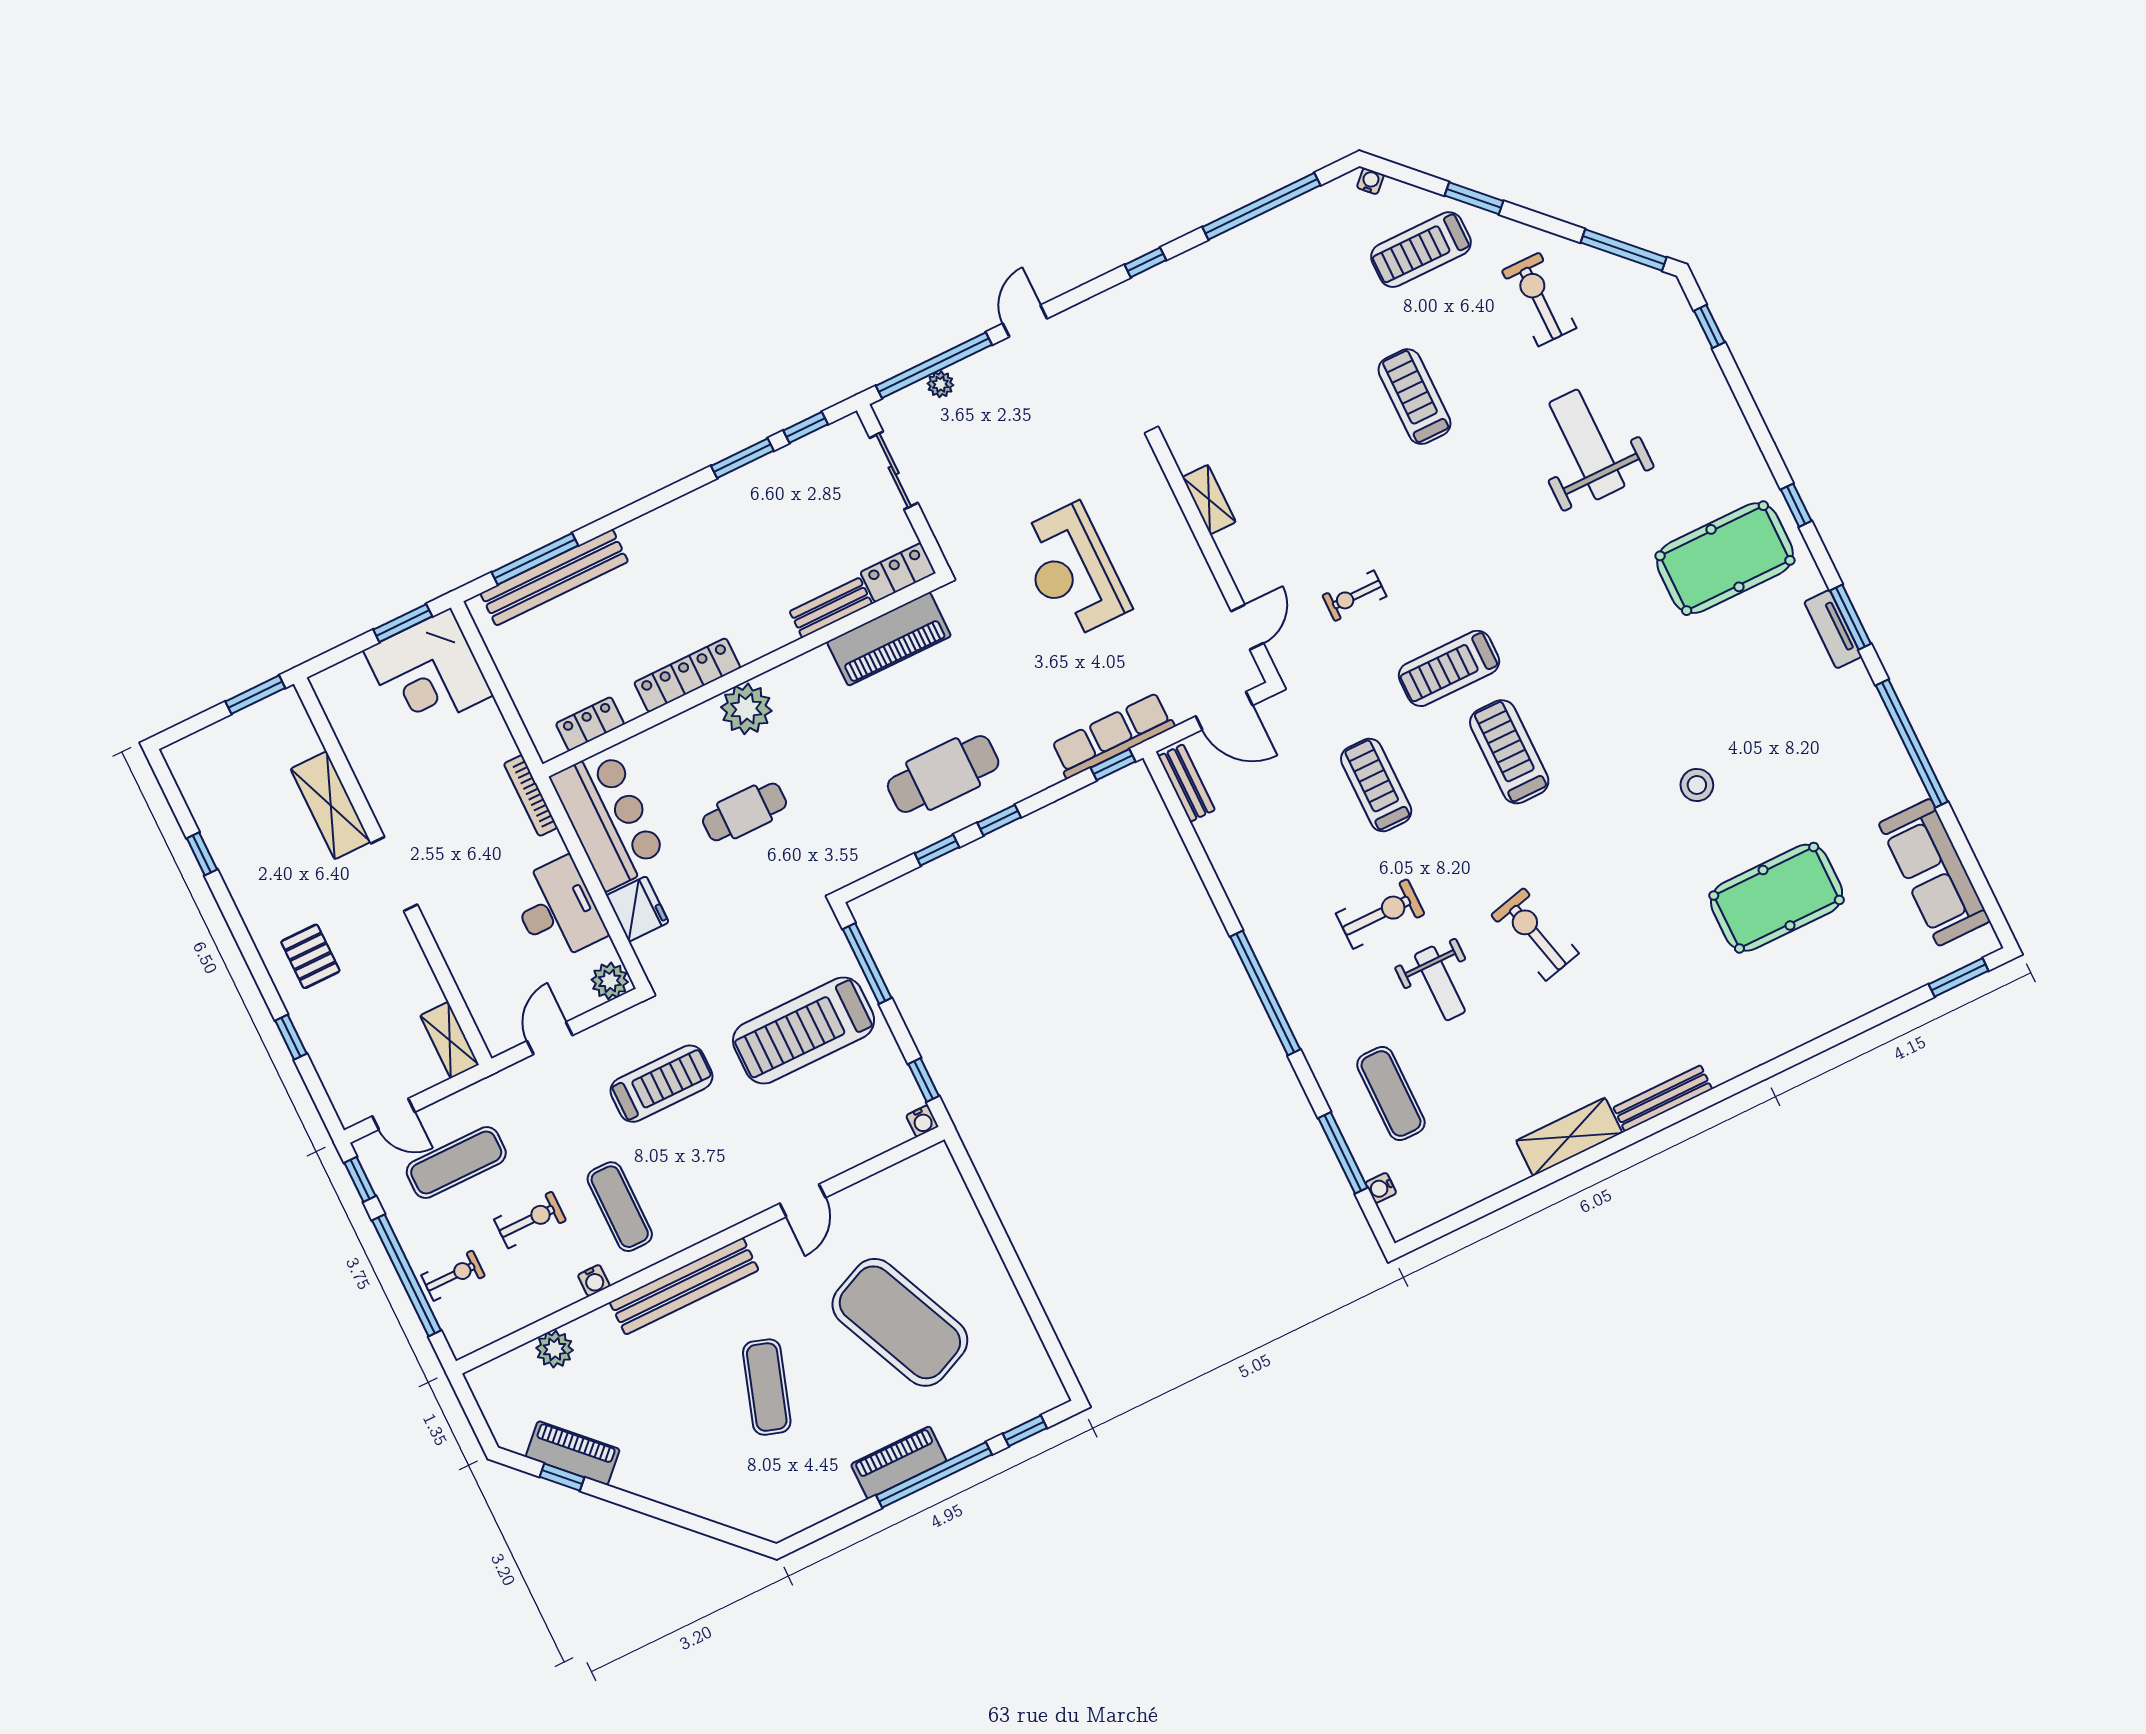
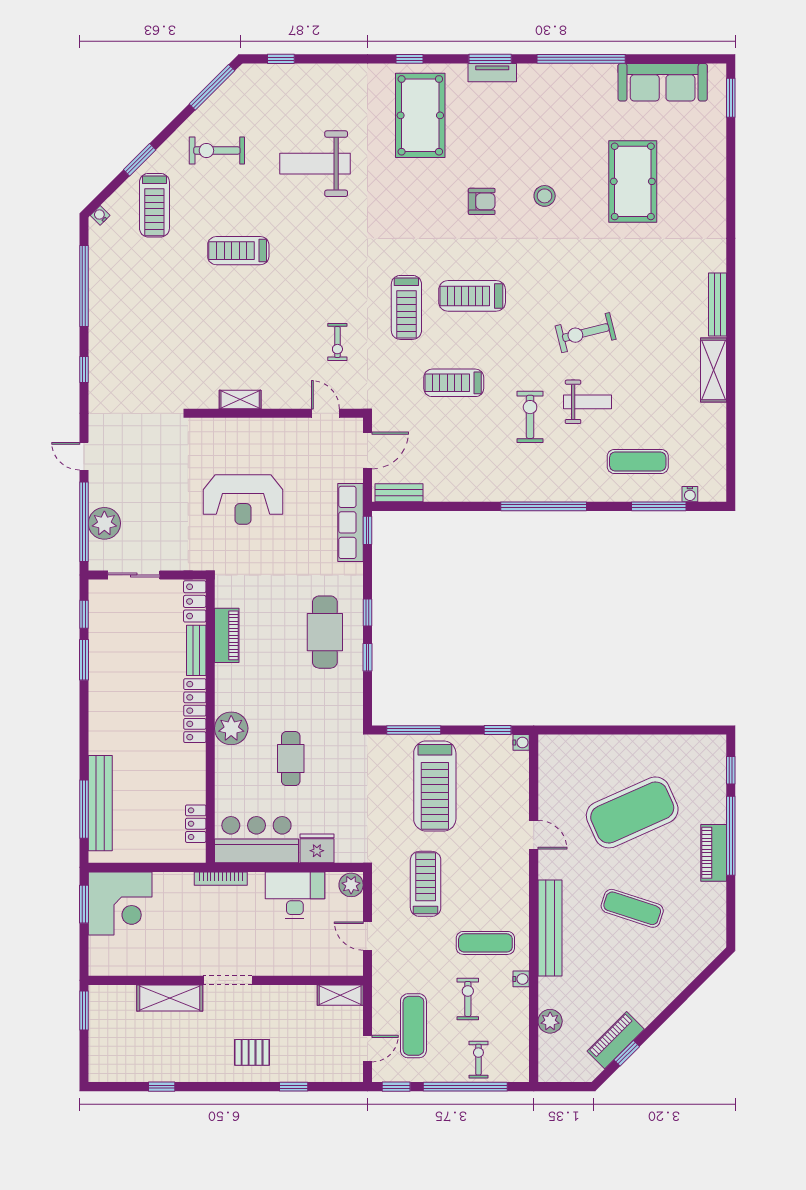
plant: (940, 384) -> (104, 523), width x1.88, depth x1.88
piano: (889, 639) -> (227, 635), width x0.73, depth x0.75
locker: (687, 675) -> (195, 711), moved
armchair: (1647, 701) -> (482, 201), added

